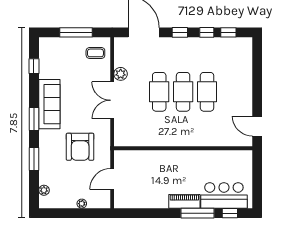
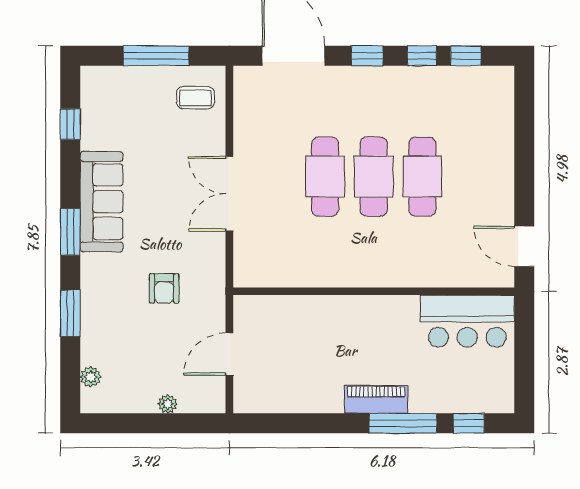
plant: (121, 74) -> (246, 140), removed
armchair: (80, 147) -> (164, 288), width x0.53, depth x0.53
bar counter: (224, 195) -> (467, 321), moved, turned 180

